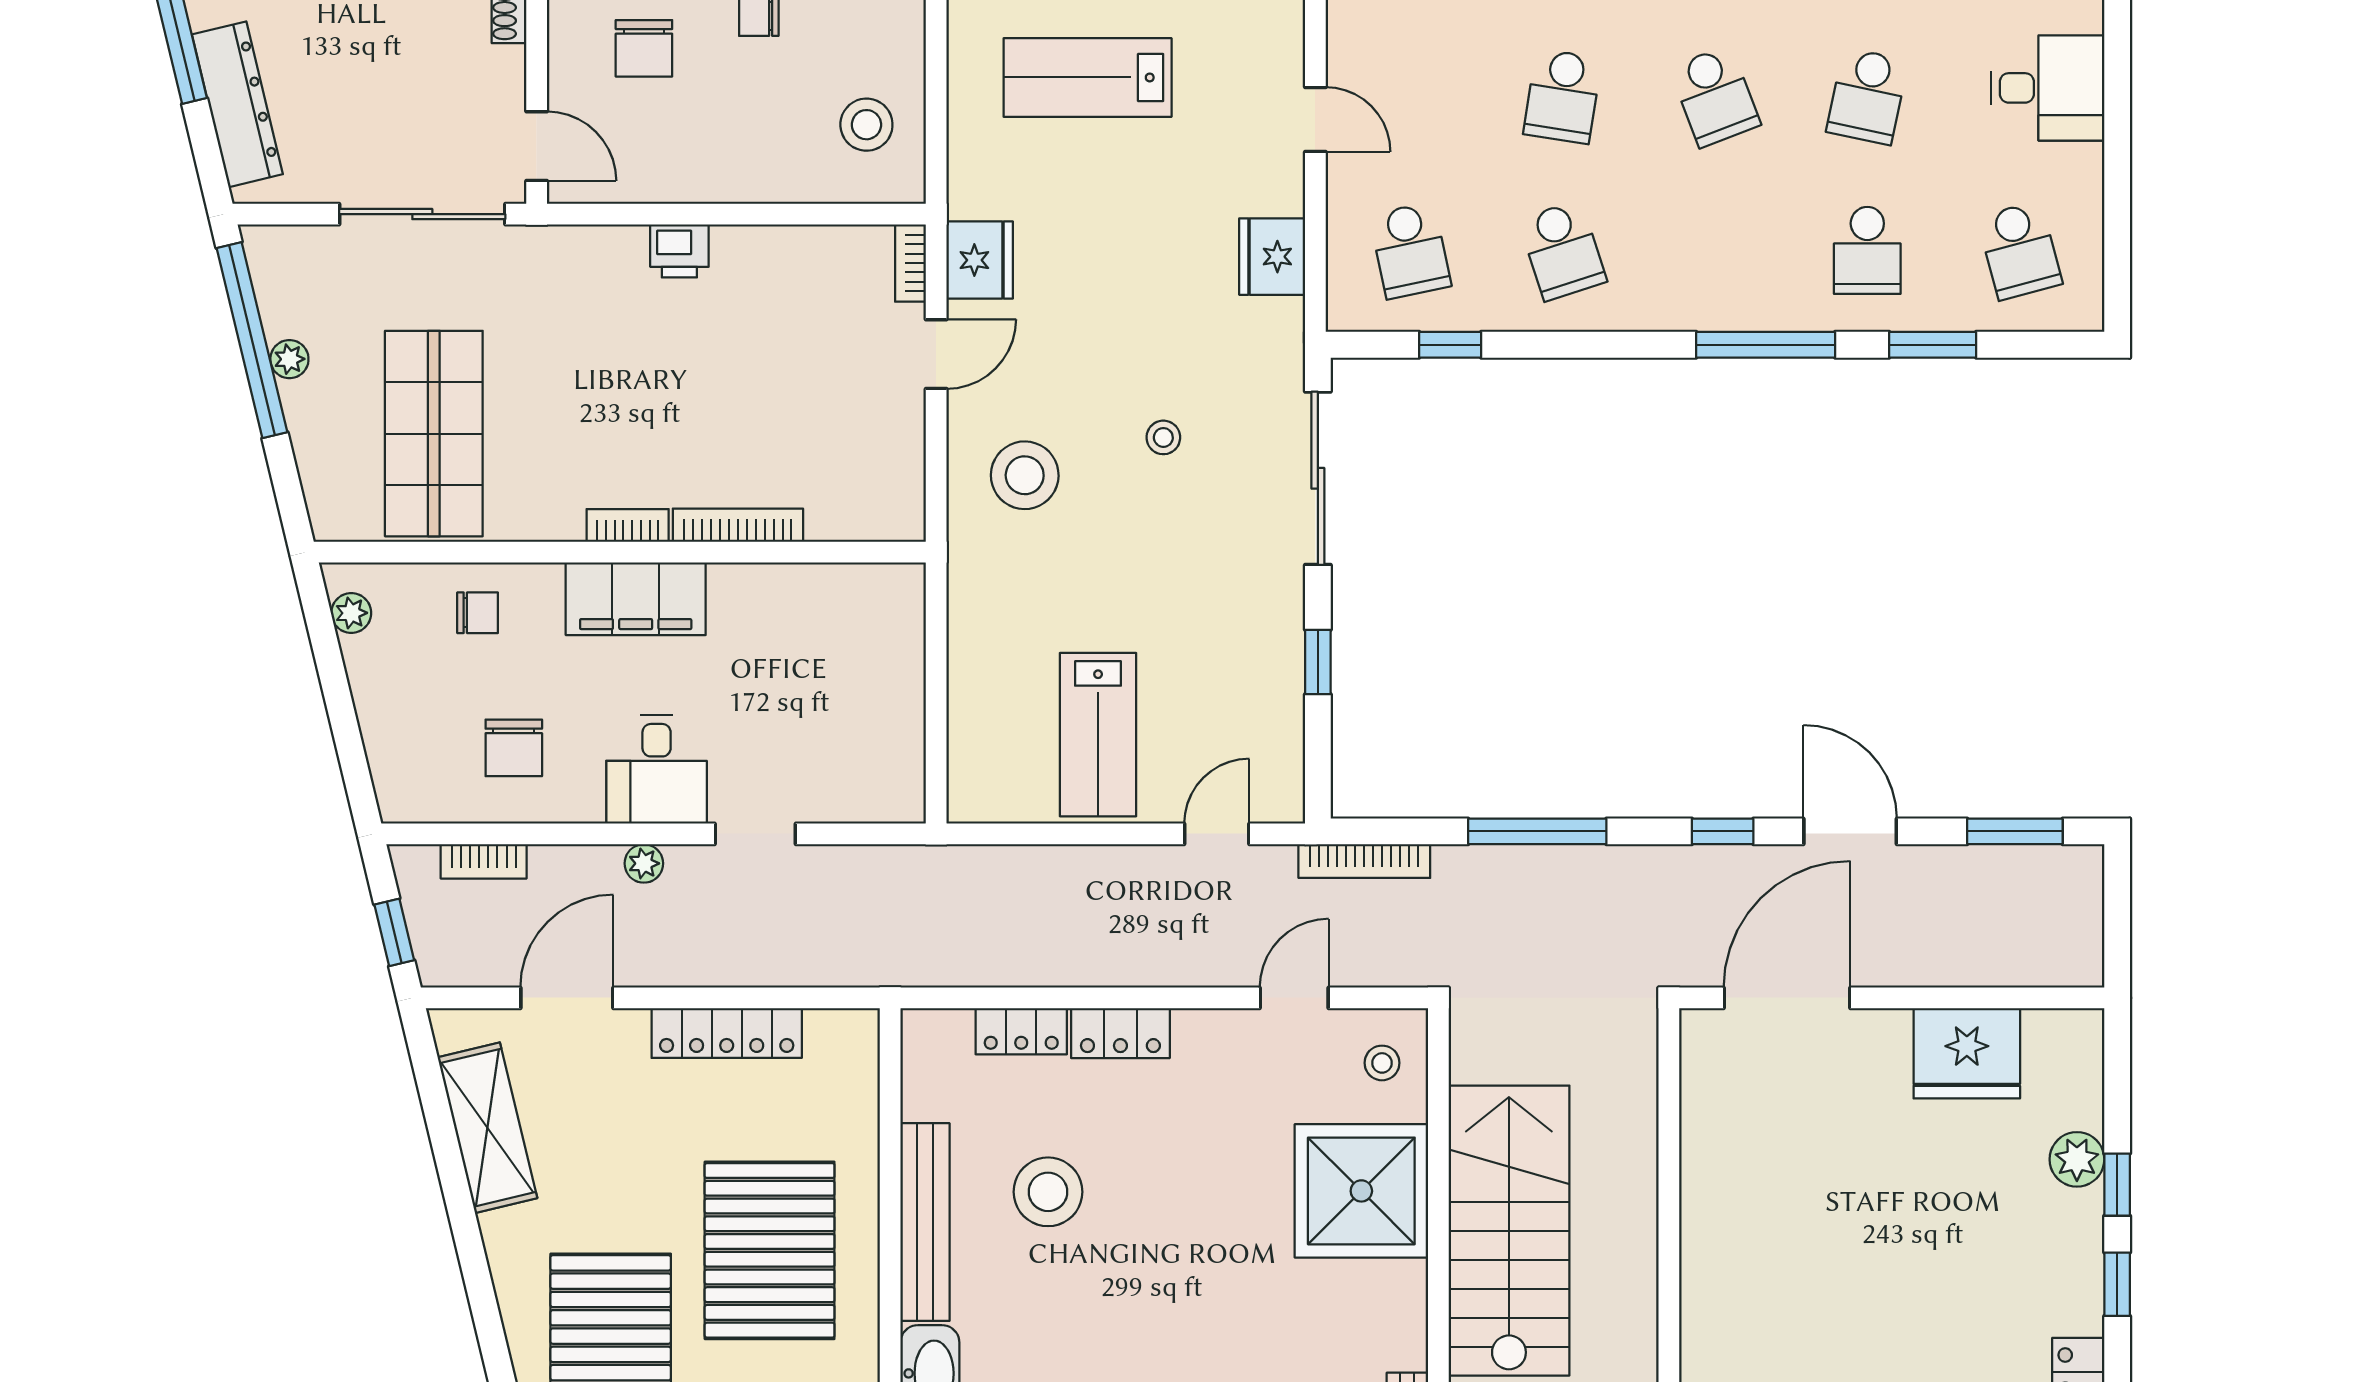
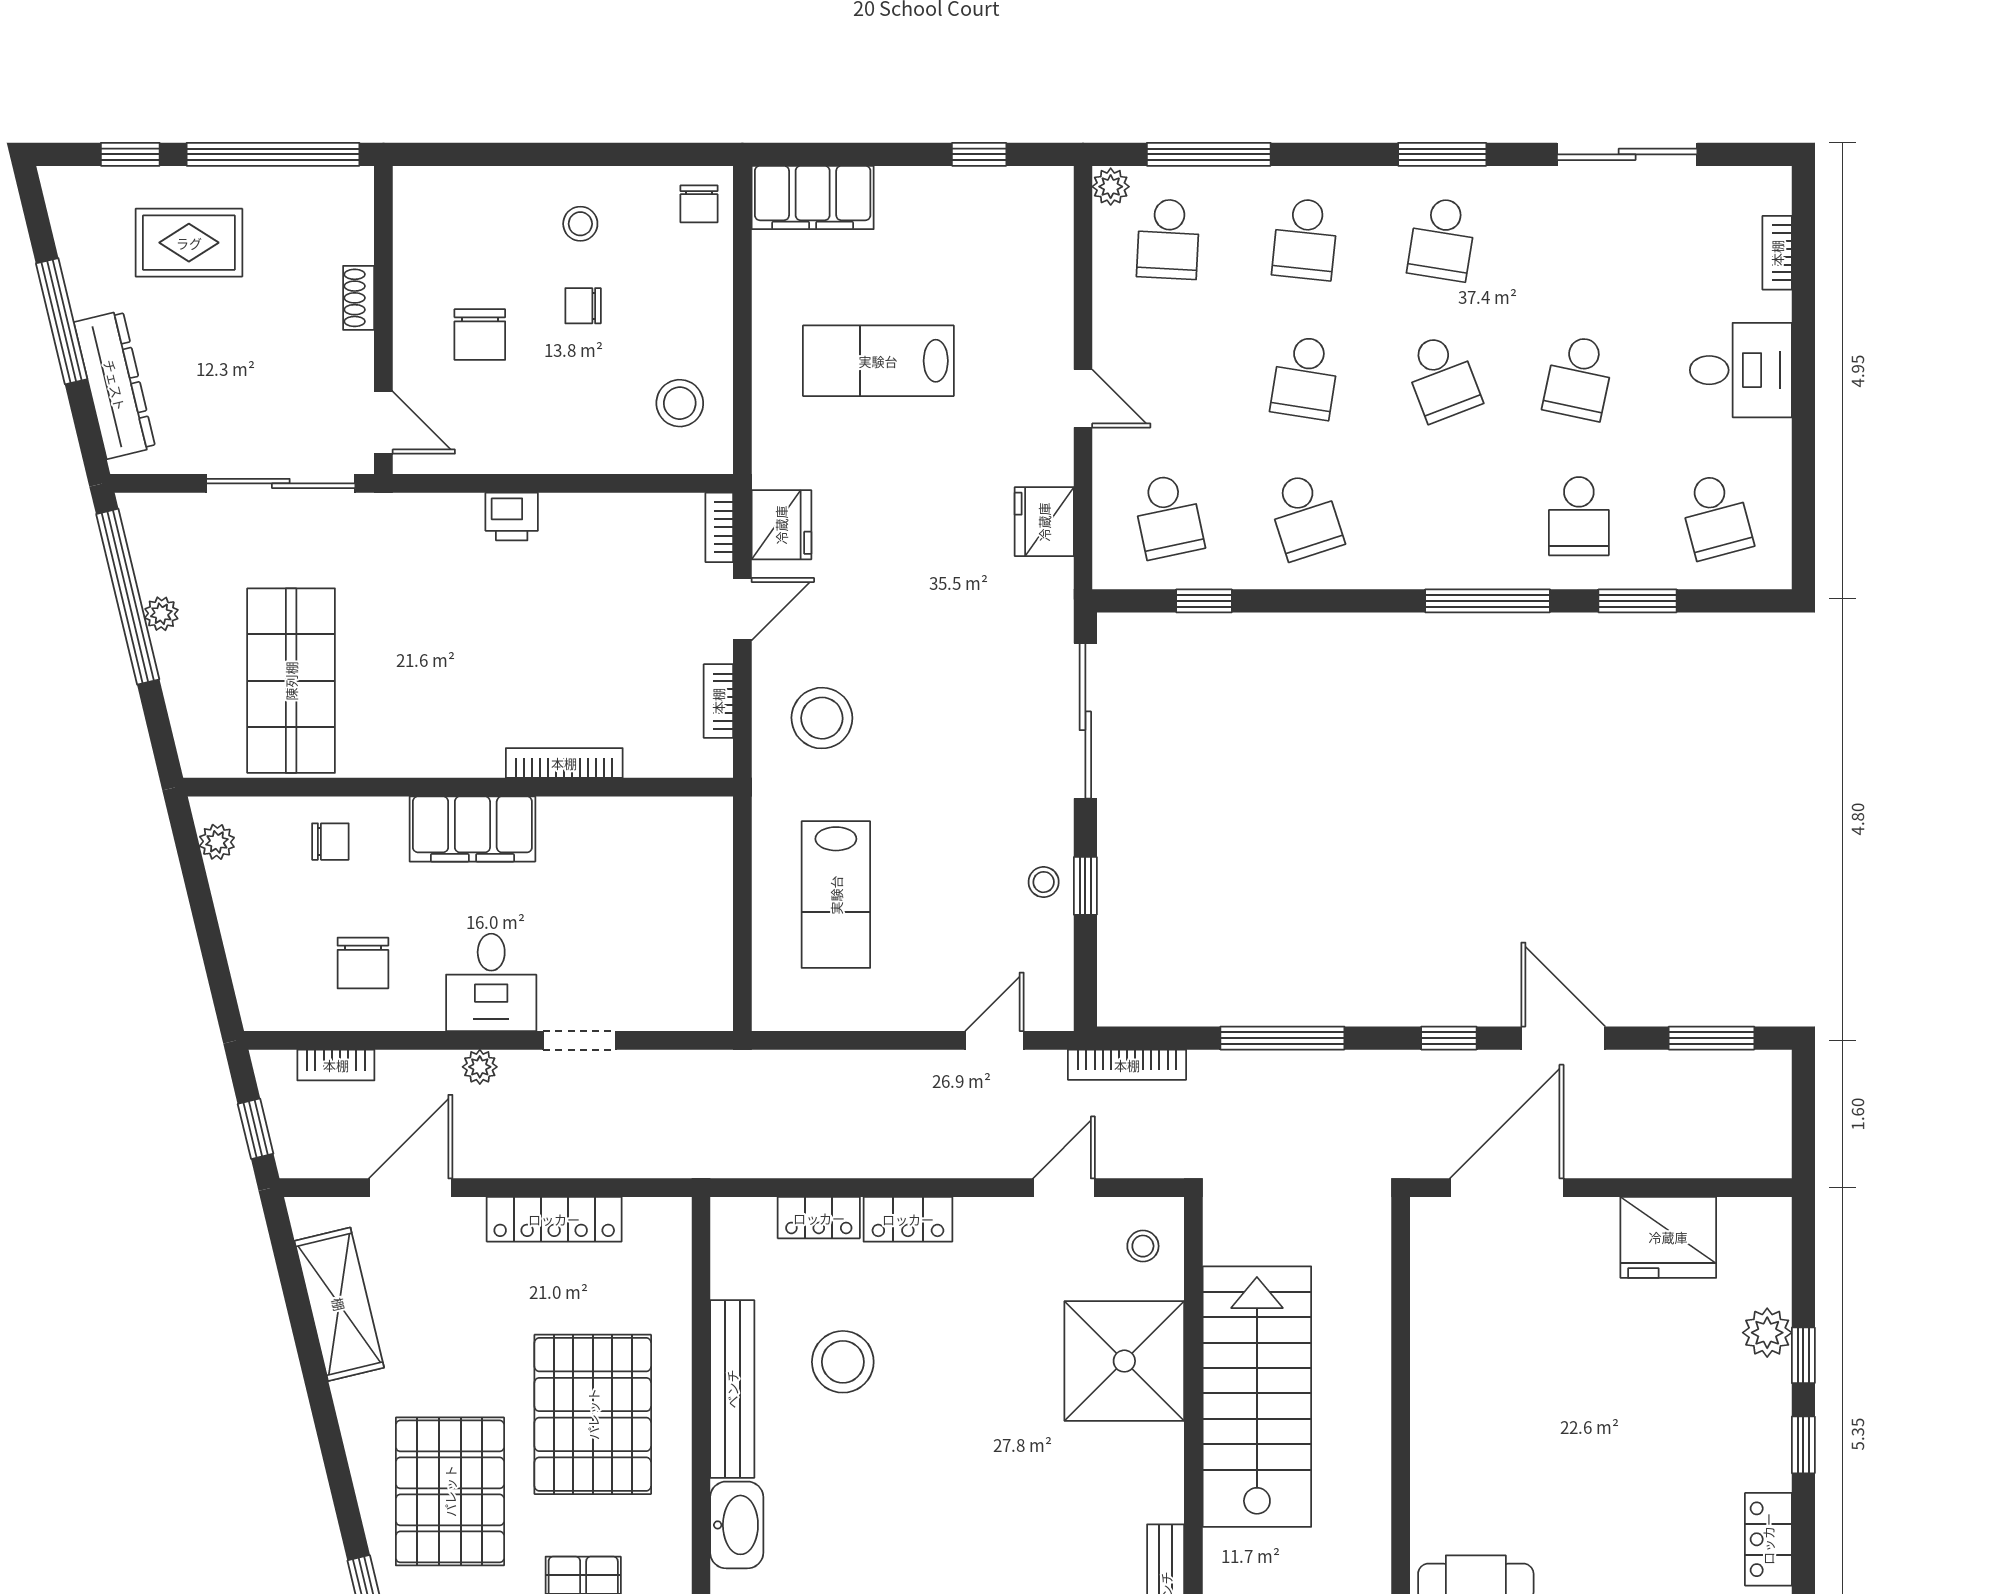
stool: (1163, 437) -> (1044, 882), moved
bookcase: (628, 526) -> (718, 701), moved, turned -90
lab bench: (1098, 735) -> (836, 895), moved

